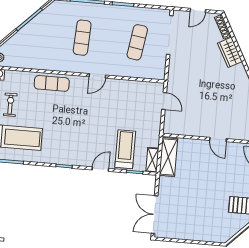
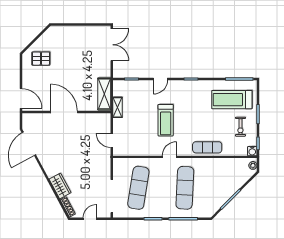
exercise mat: (82, 38) -> (185, 188), width x1.36, depth x1.45
exercise mat: (137, 42) -> (138, 188), width x1.36, depth x1.45
door: (218, 140) -> (64, 112), width x1.88
treadmill: (125, 149) -> (166, 120), moved
shelving: (152, 160) -> (117, 107), moved

